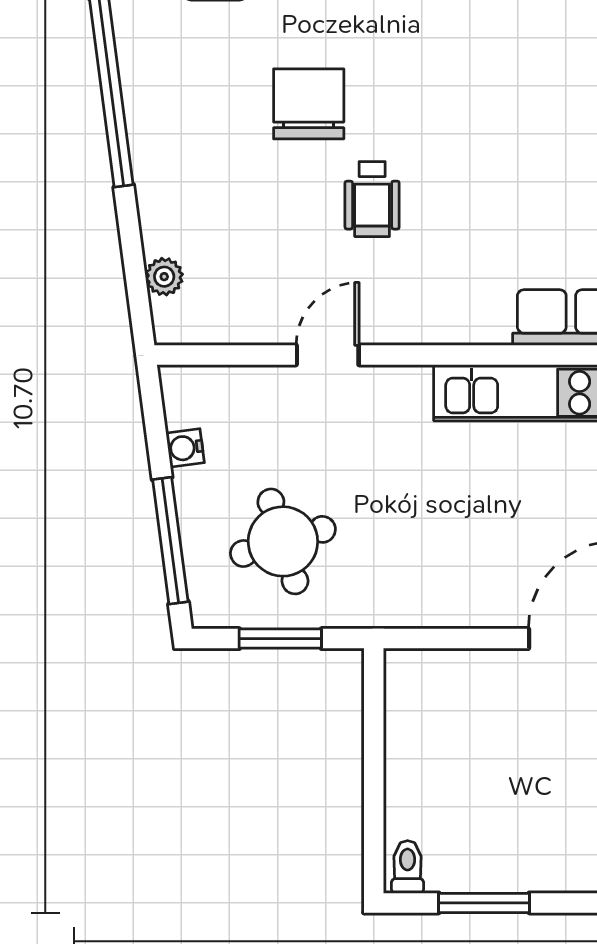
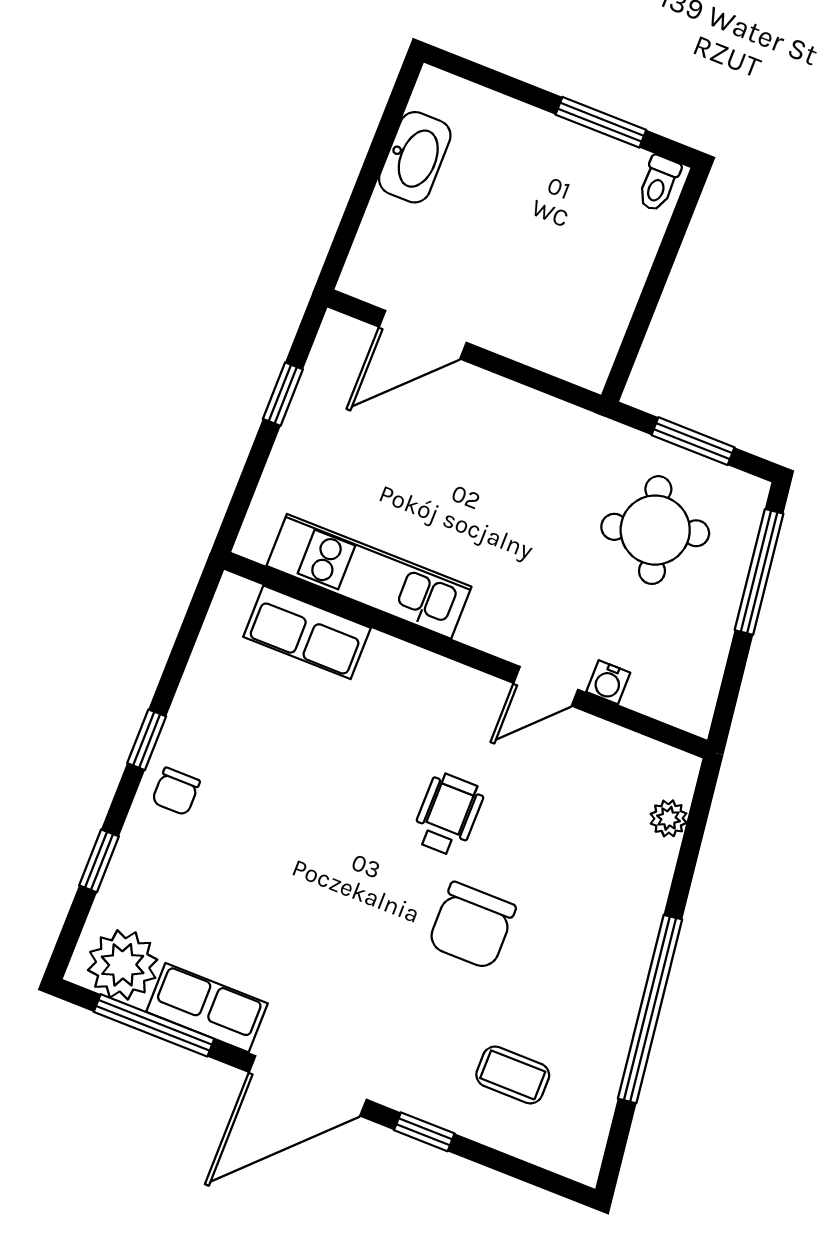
water cooler: (185, 448) -> (608, 682), moved, turned 97

